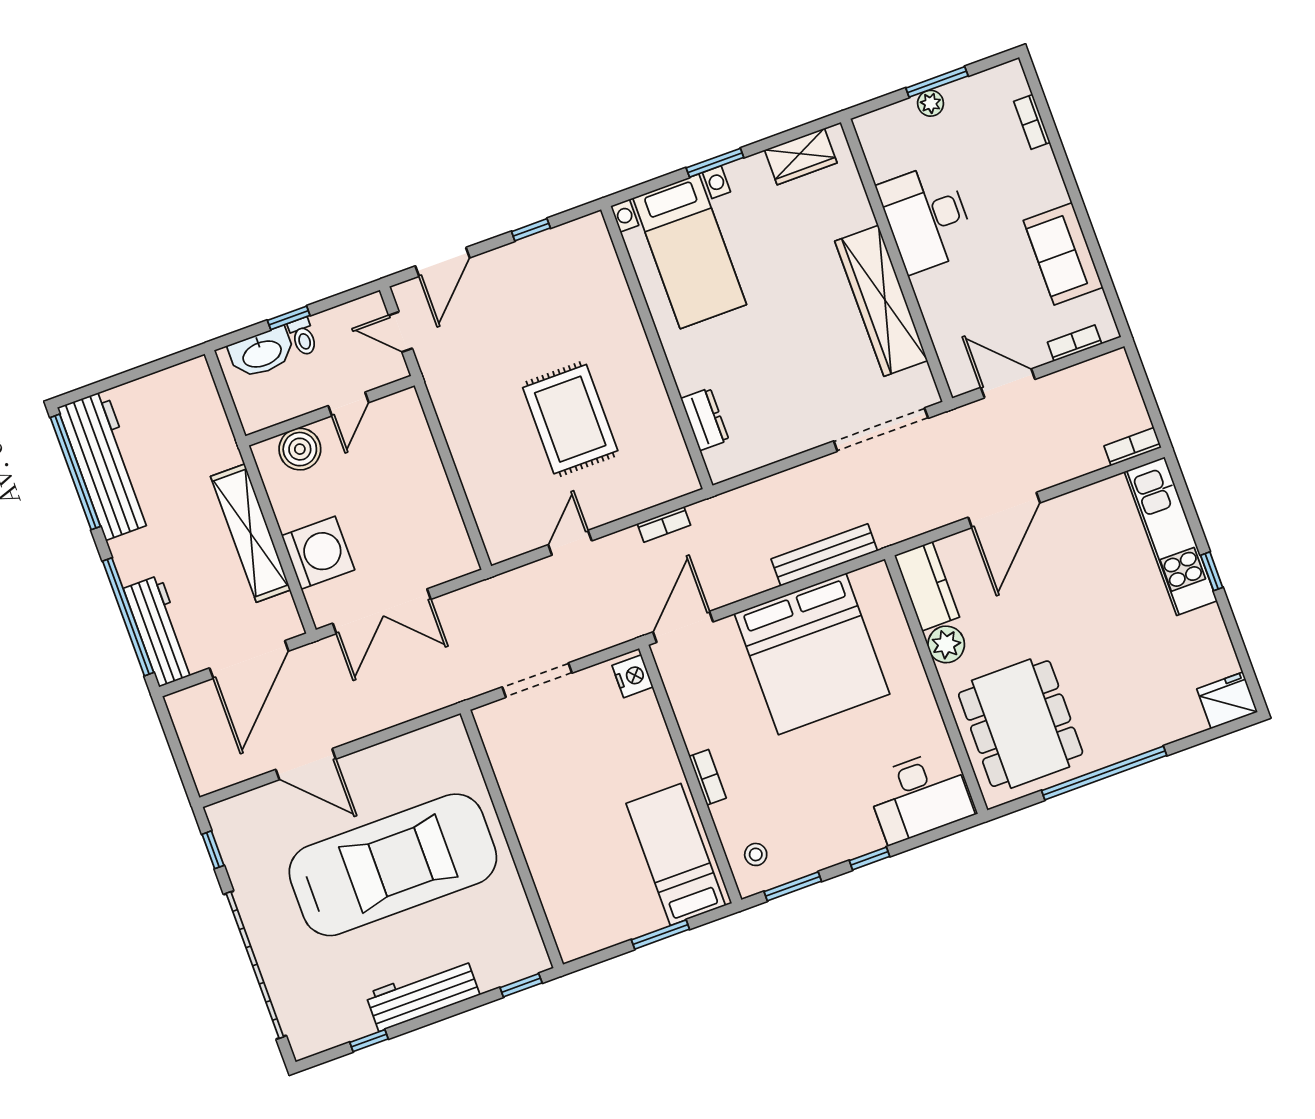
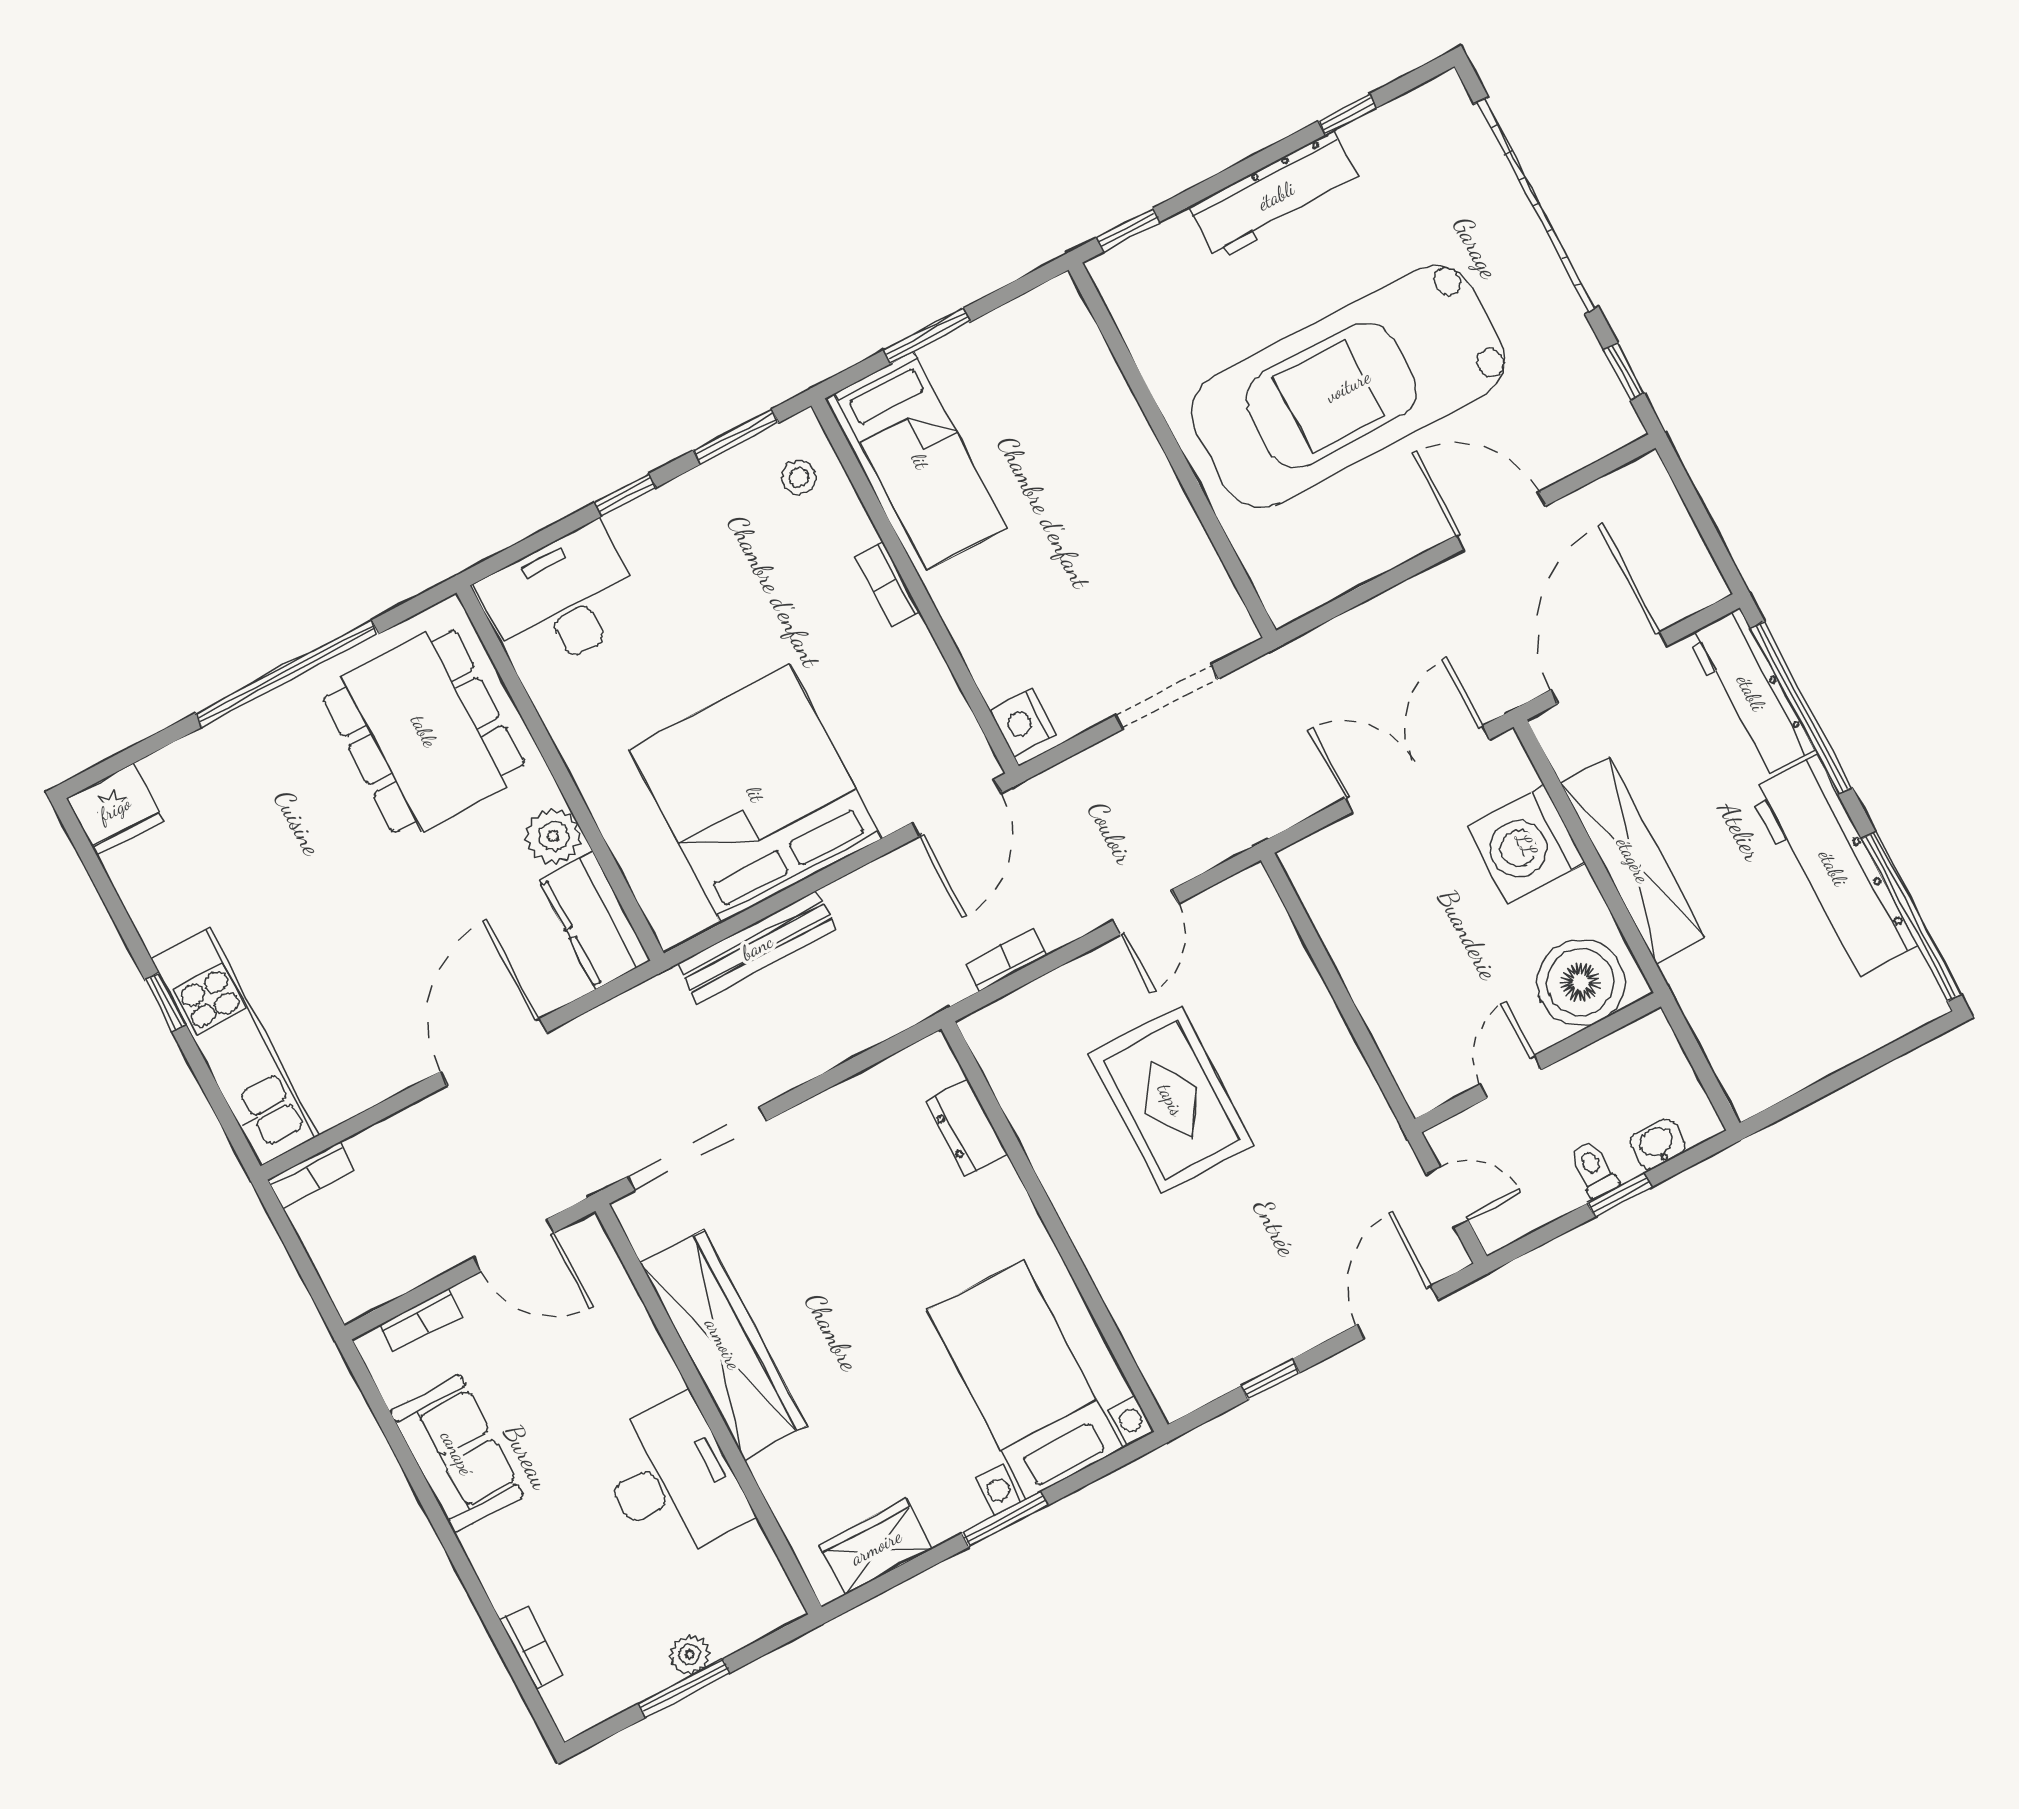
washbasin: (262, 353) -> (1658, 1144), width x0.52, depth x0.69
boiler: (300, 449) -> (1580, 982), width x1.37, depth x1.37
workbench: (106, 465) -> (1833, 868), moved

